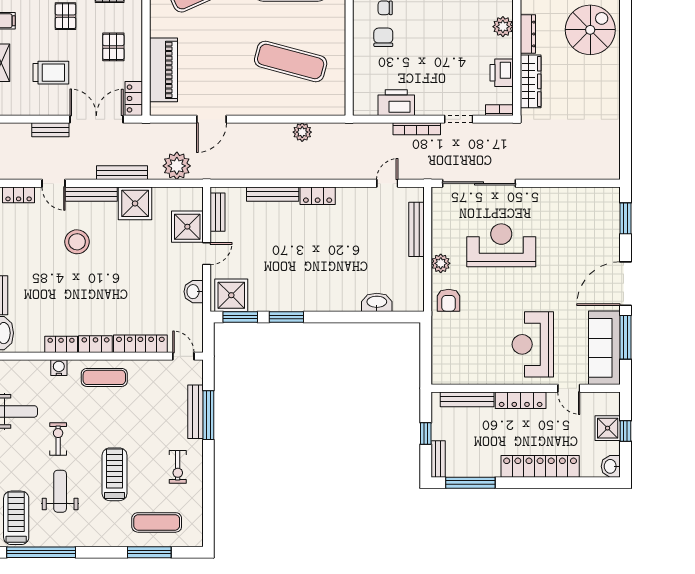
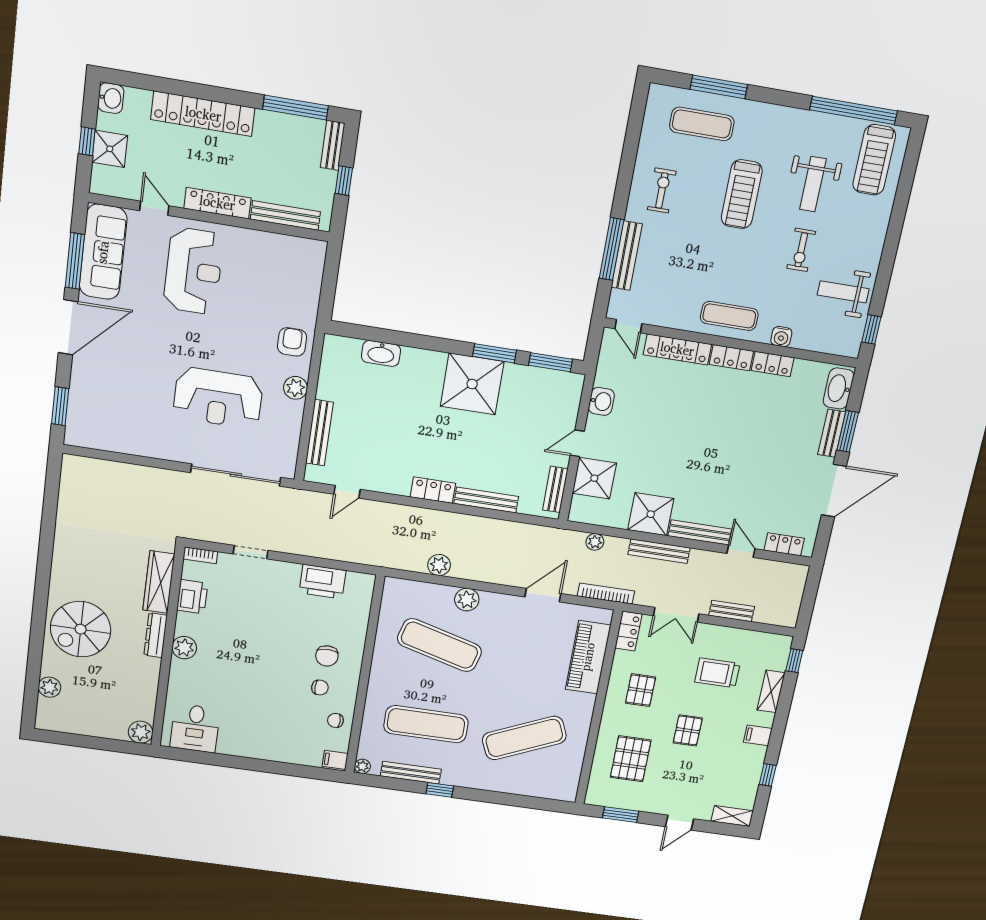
plant: (274, 105) -> (467, 600), added
double door: (96, 119) -> (676, 615), width x0.73
bookcase: (417, 129) -> (606, 594), moved
plant: (177, 166) -> (595, 542), width x0.53, depth x0.53
stool: (77, 242) -> (728, 481), removed
shower: (231, 295) -> (472, 384), moved, width x1.37, depth x1.37

